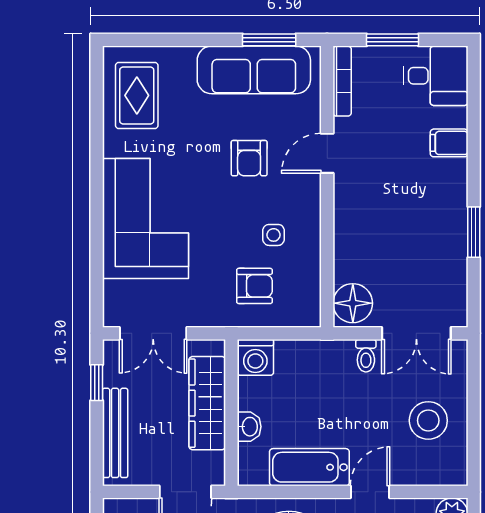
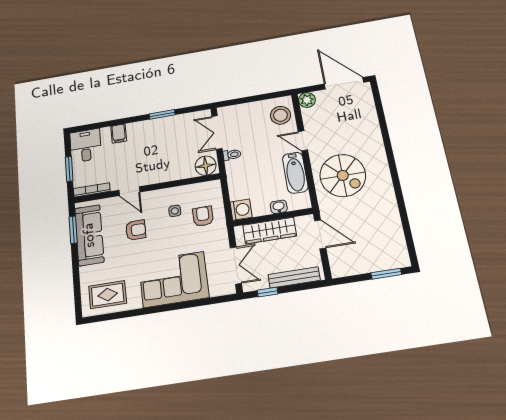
double door: (416, 333) -> (217, 132), swing flipped
stool: (428, 420) -> (280, 115), moved

